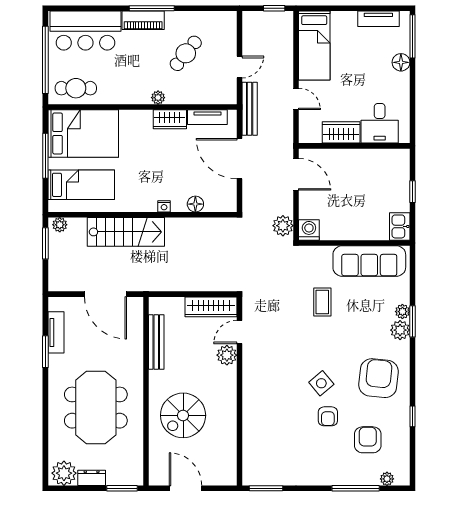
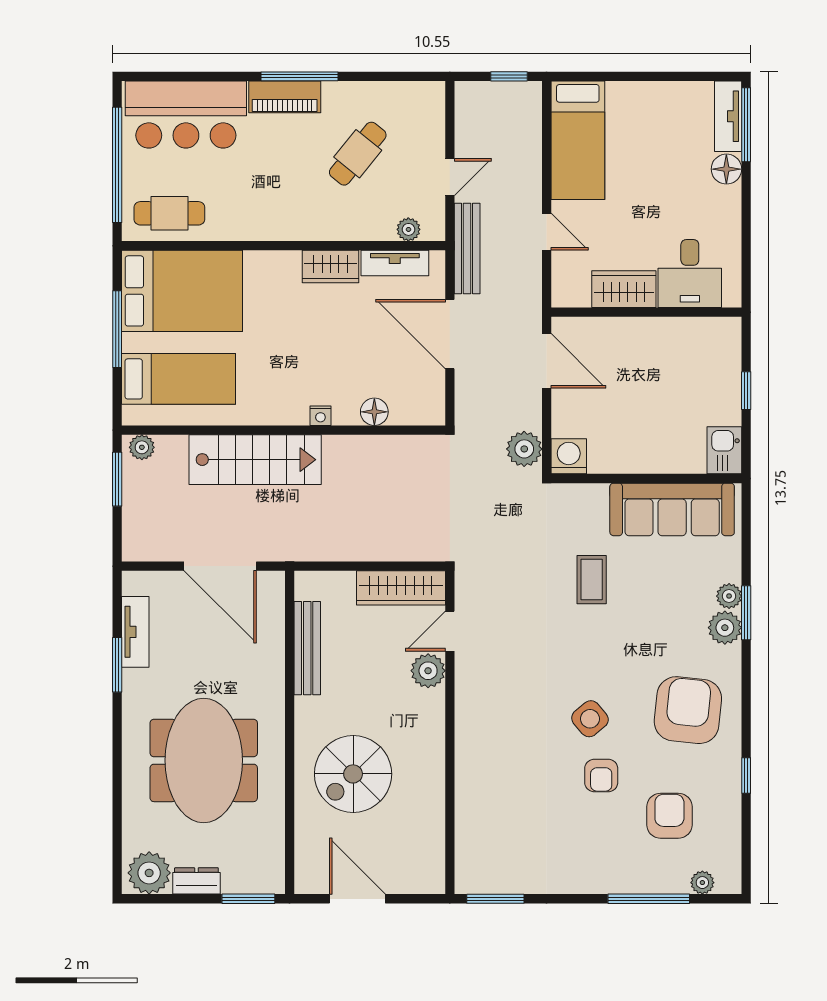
tv unit: (378, 19) -> (728, 116), moved, turned 90
plant: (158, 98) -> (408, 229), moved

